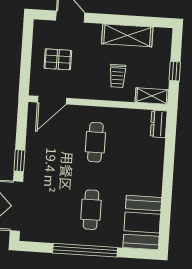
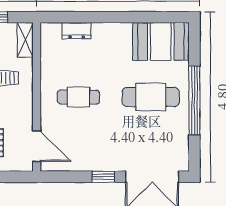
dresser: (159, 124) -> (77, 31), moved
cafe table: (91, 210) -> (151, 97), width x1.37, depth x1.35

